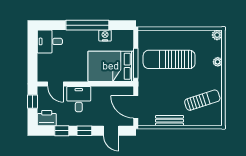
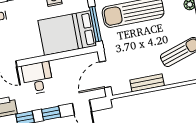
door: (136, 107) -> (105, 74), hinge flipped

